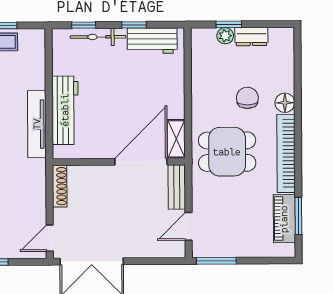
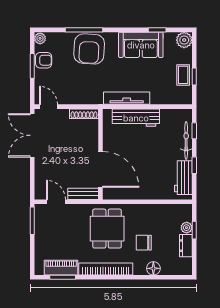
chair: (247, 98) -> (144, 243), turned 180
floor lamp: (285, 103) -> (153, 268), moved
shelving: (176, 139) -> (116, 194), removed

